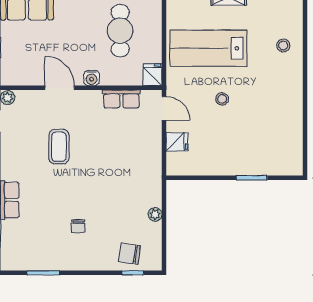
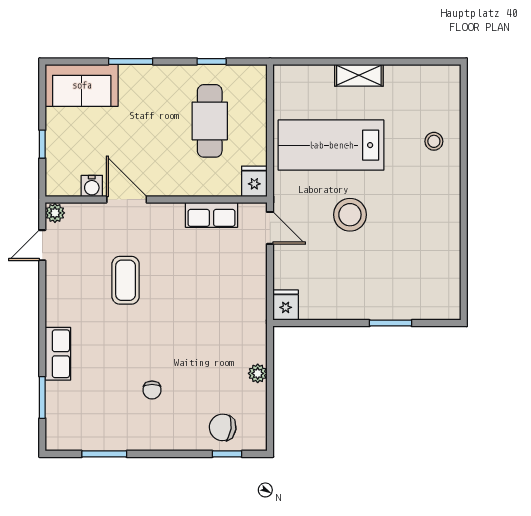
water cooler: (92, 78) -> (92, 186), moved
stool: (222, 99) -> (350, 215), width x1.89, depth x1.89
fridge: (177, 142) -> (286, 305), moved, turned -90

